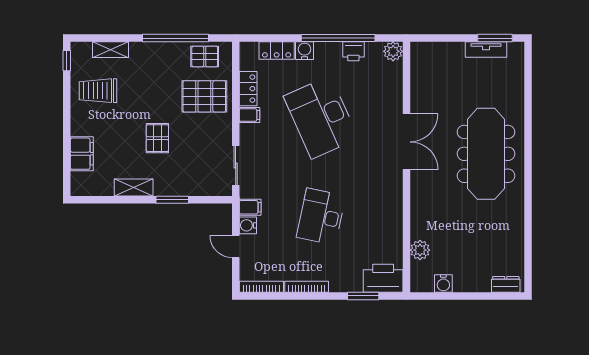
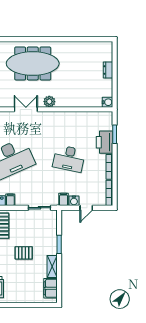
double door: (406, 142) -> (26, 109), width x0.73
filing cabinet: (82, 154) -> (50, 288), moved, turned -90
plant: (420, 250) -> (49, 102), moved
printer: (383, 278) -> (104, 142), moved
water cooler: (443, 283) -> (107, 102), moved
dresser: (506, 284) -> (108, 70), moved

